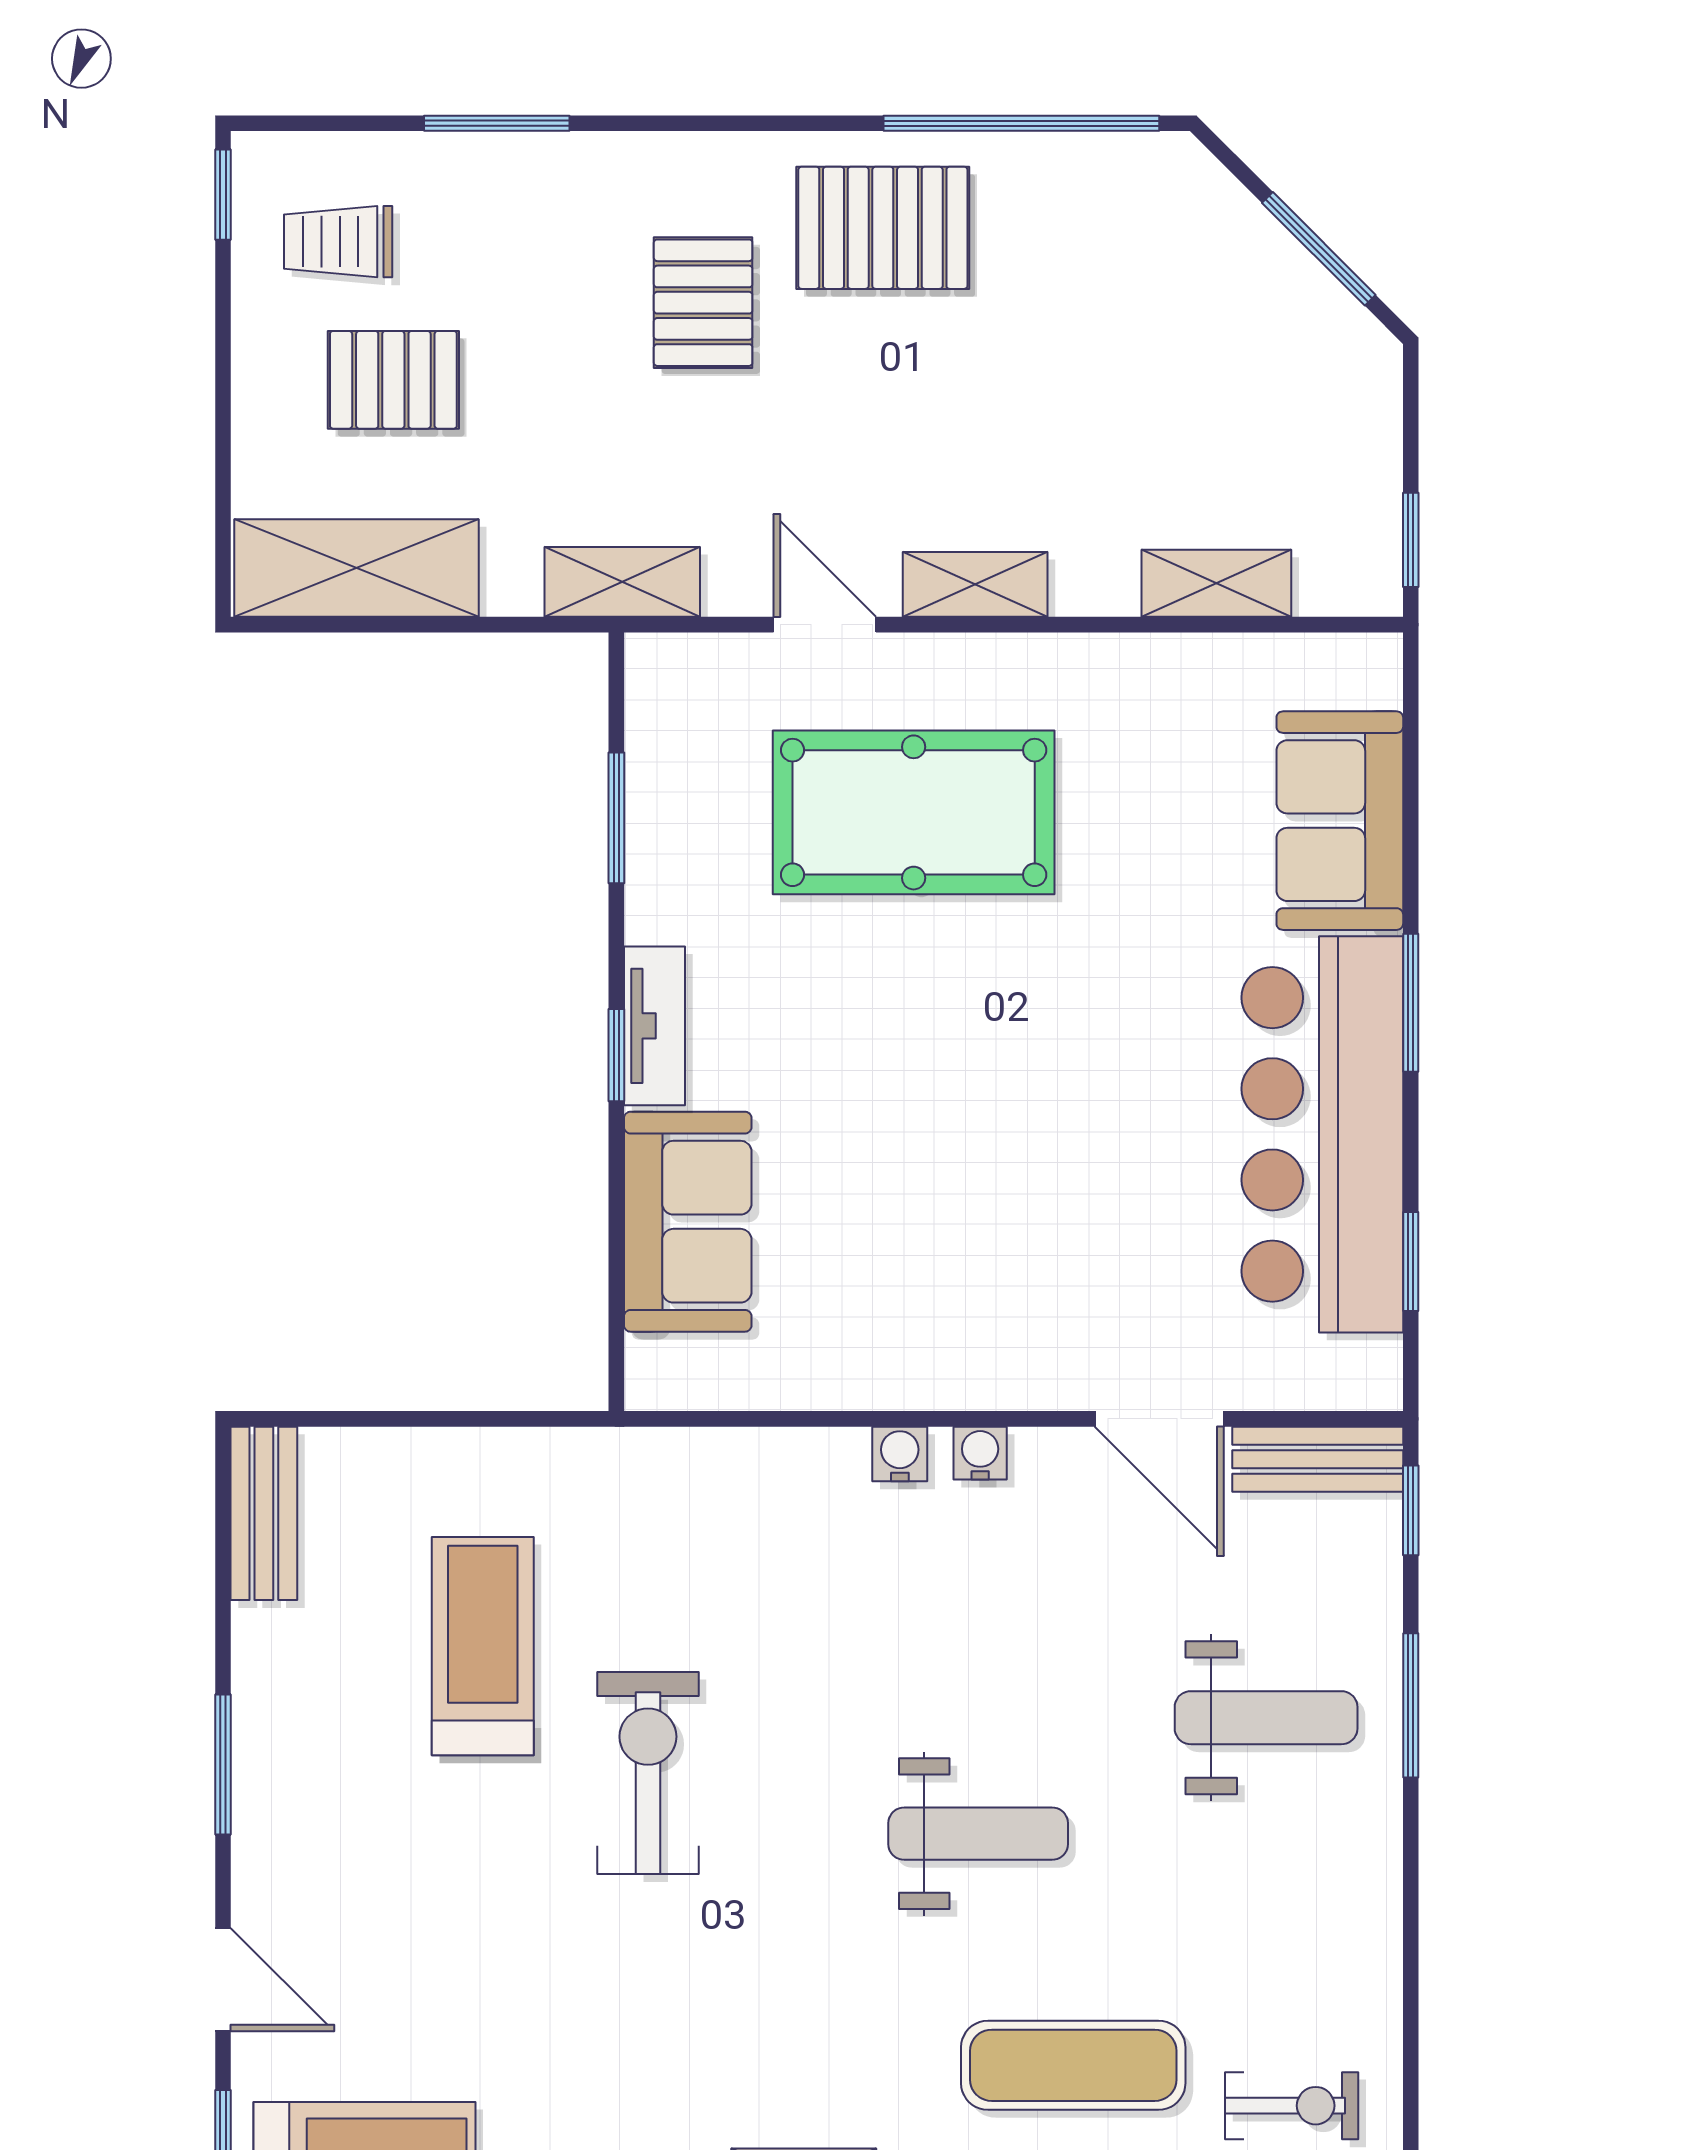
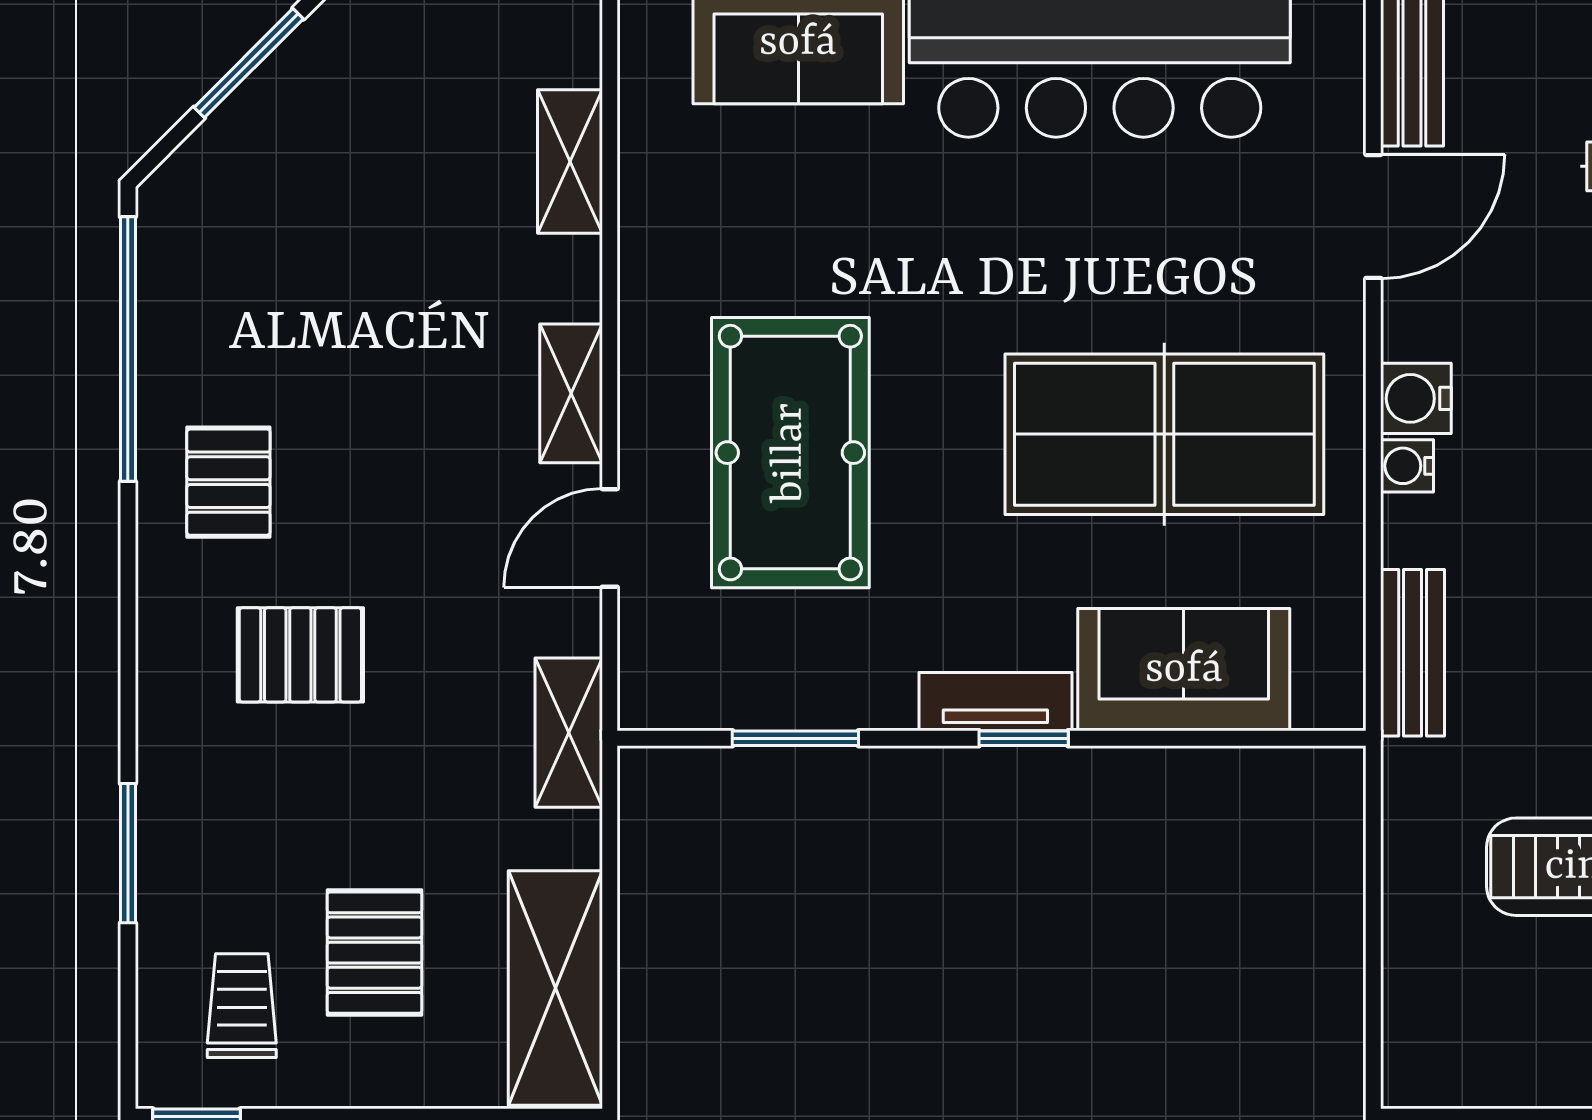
pallet: (883, 228) -> (228, 482), width x0.67, depth x0.71
trolley: (338, 242) -> (242, 1006), turned 180
table tennis table: (933, 1202) -> (1164, 434), added
water cooler: (980, 1453) -> (1416, 398), width x1.38, depth x1.38
bench: (264, 1513) -> (1413, 653), moved, turned 90

